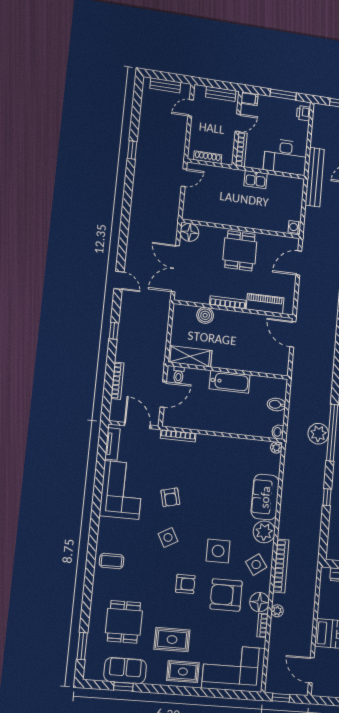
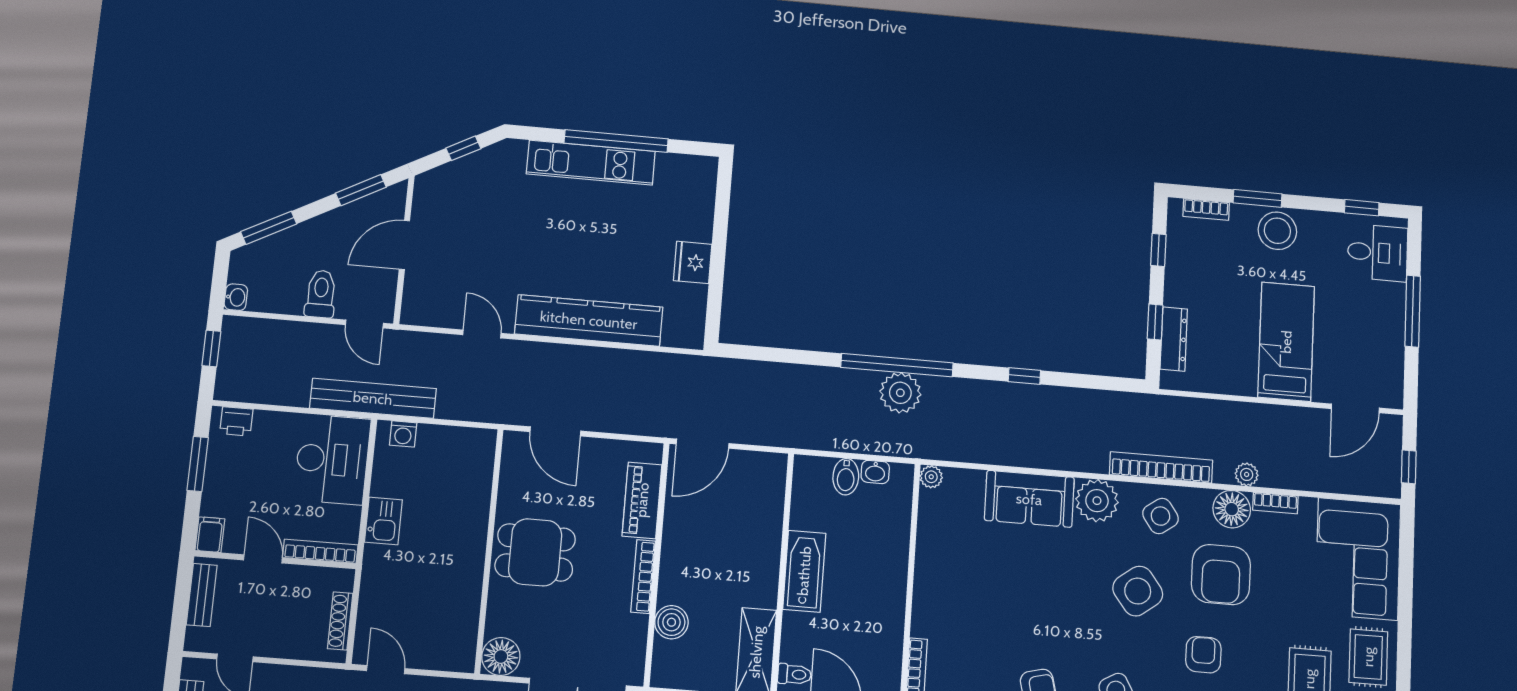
washing machine: (294, 227) -> (403, 434), moved
washbasin: (278, 432) -> (875, 472), moved
side table: (218, 551) -> (1138, 591), turned -37

